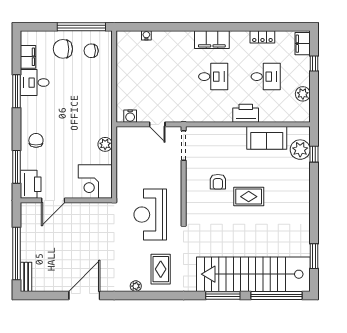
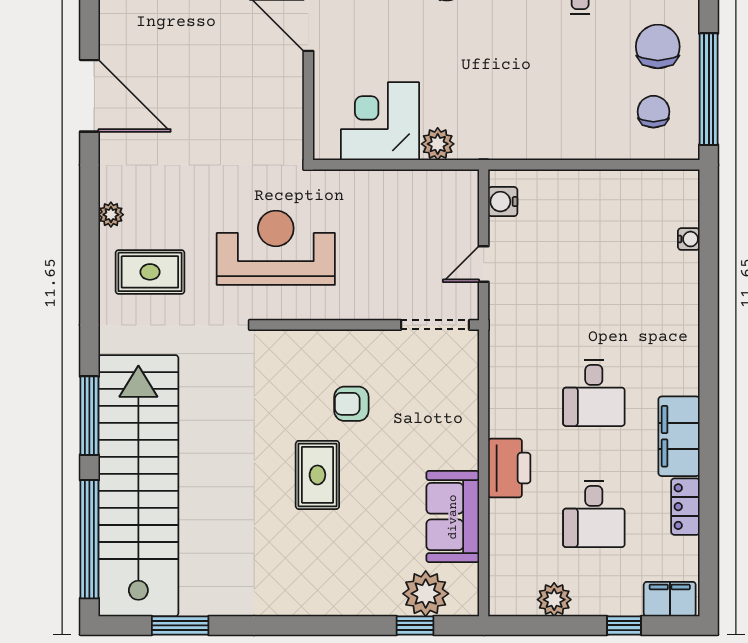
filing cabinet: (212, 40) -> (679, 436), moved
corner desk: (95, 182) -> (380, 121), moved

